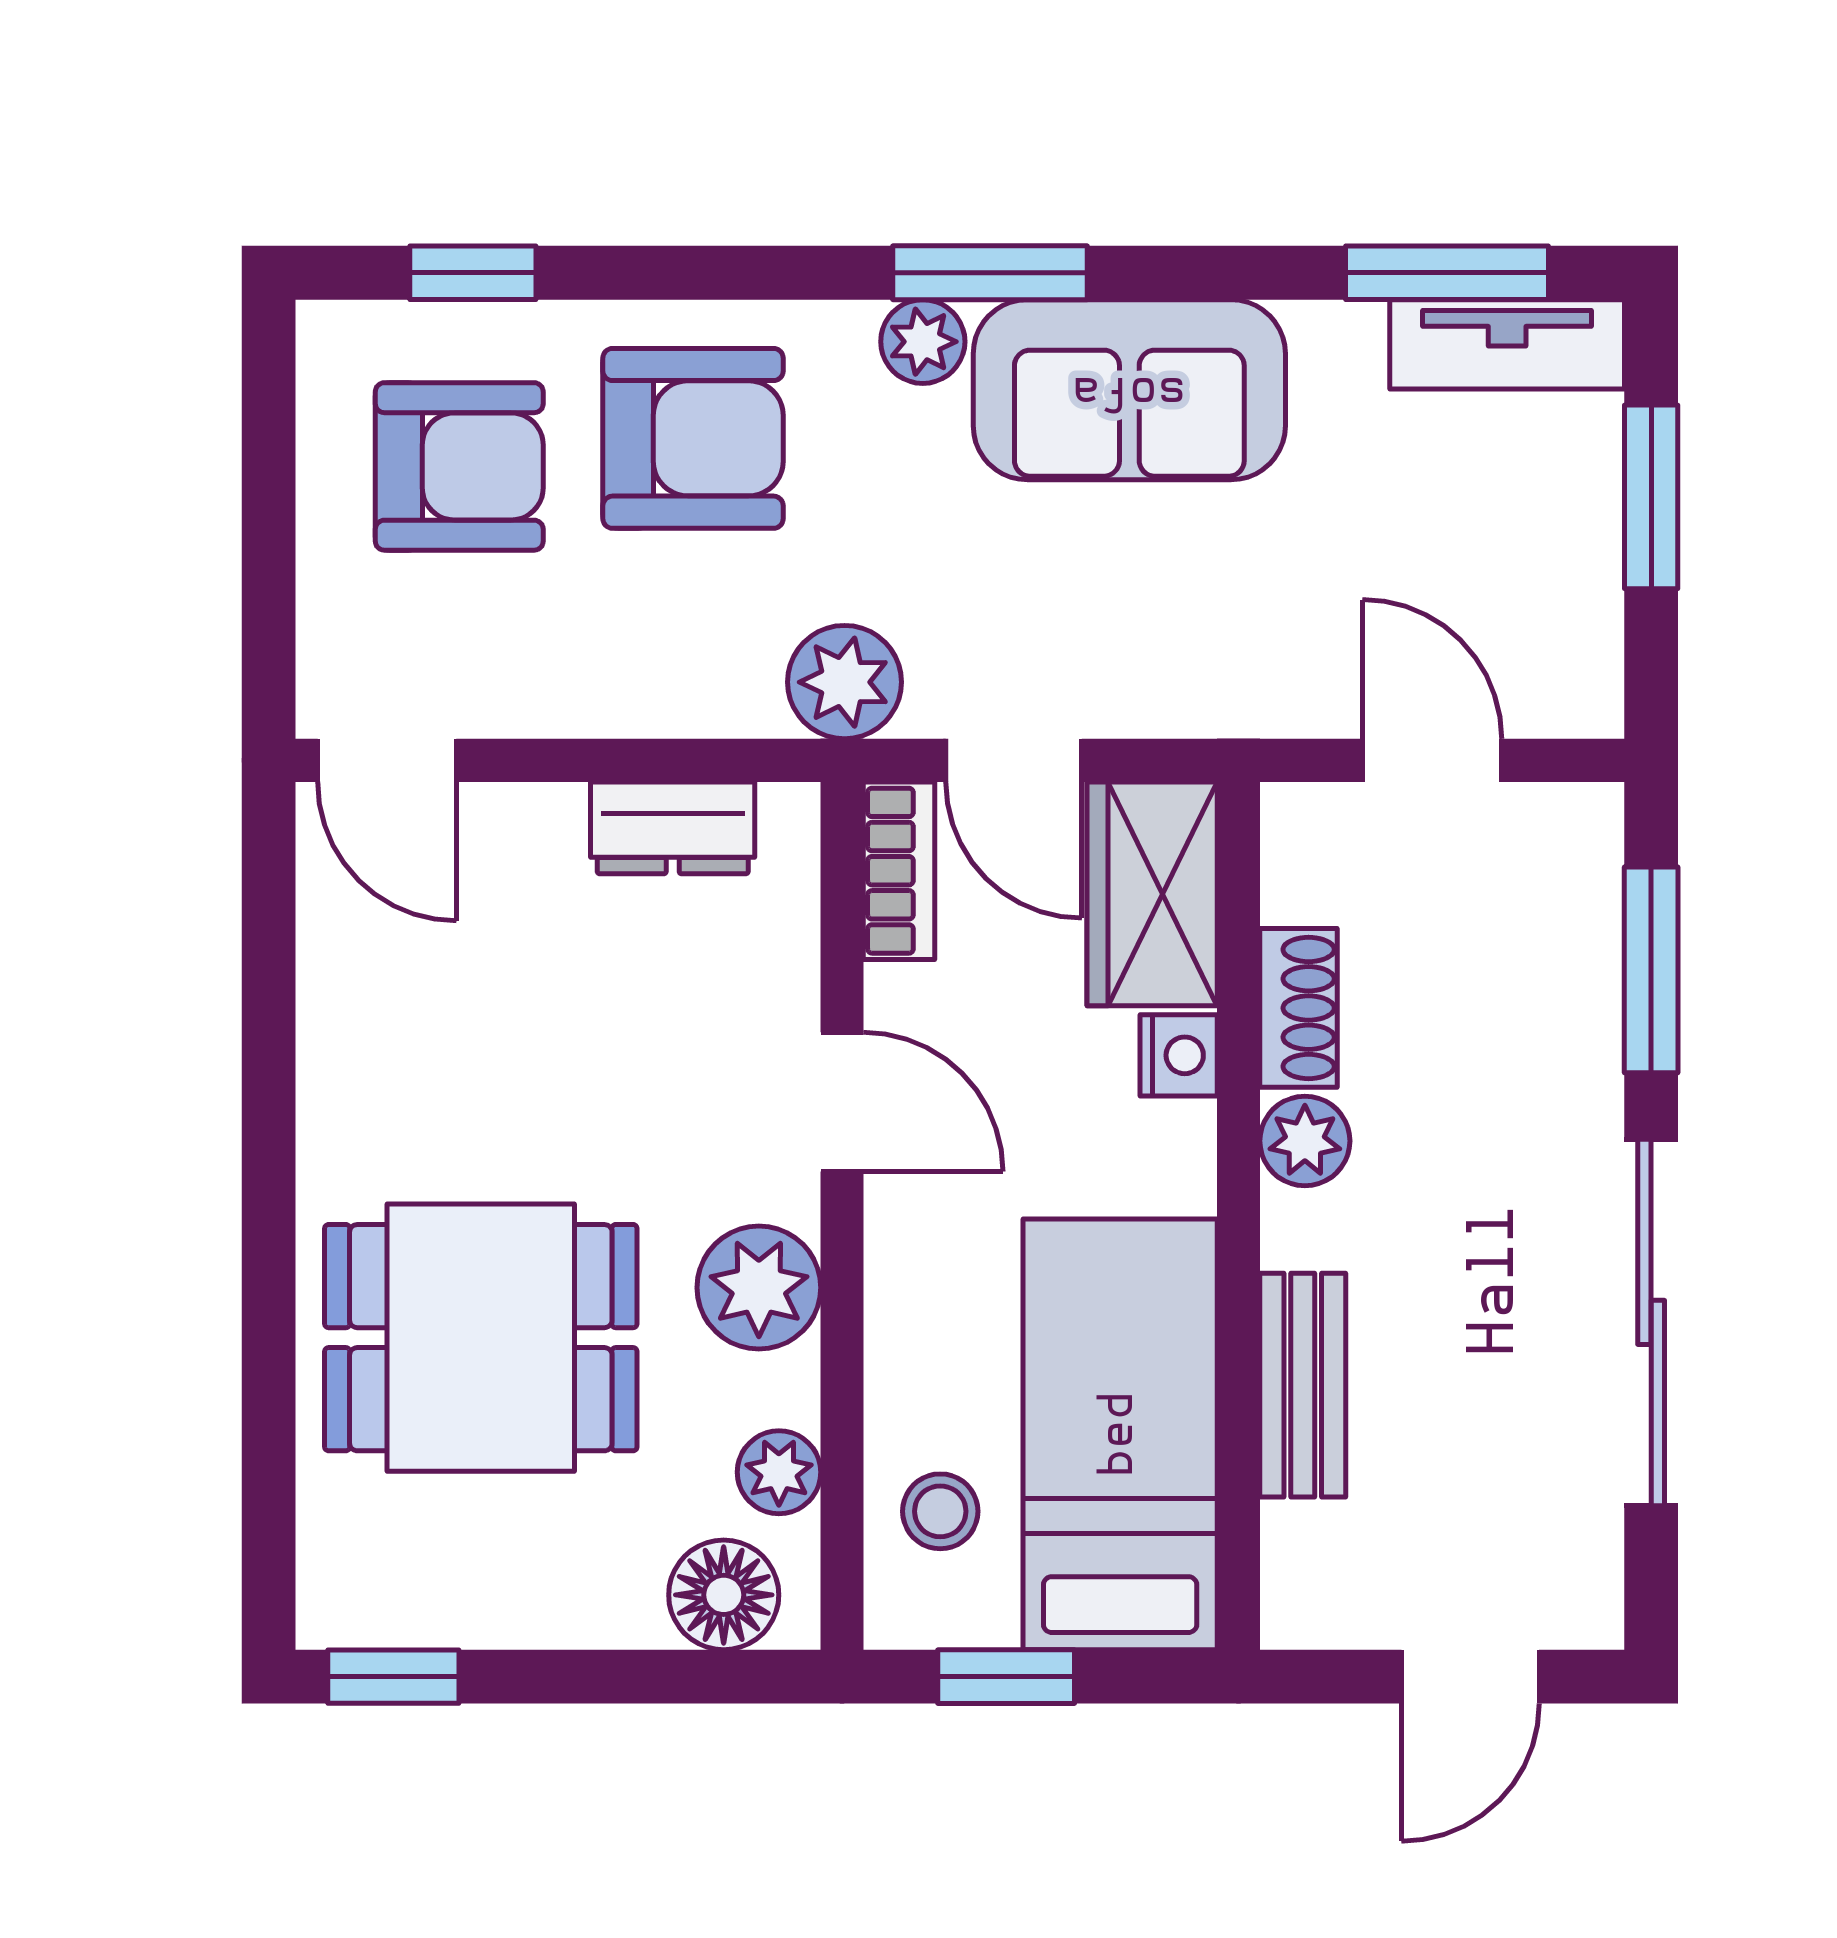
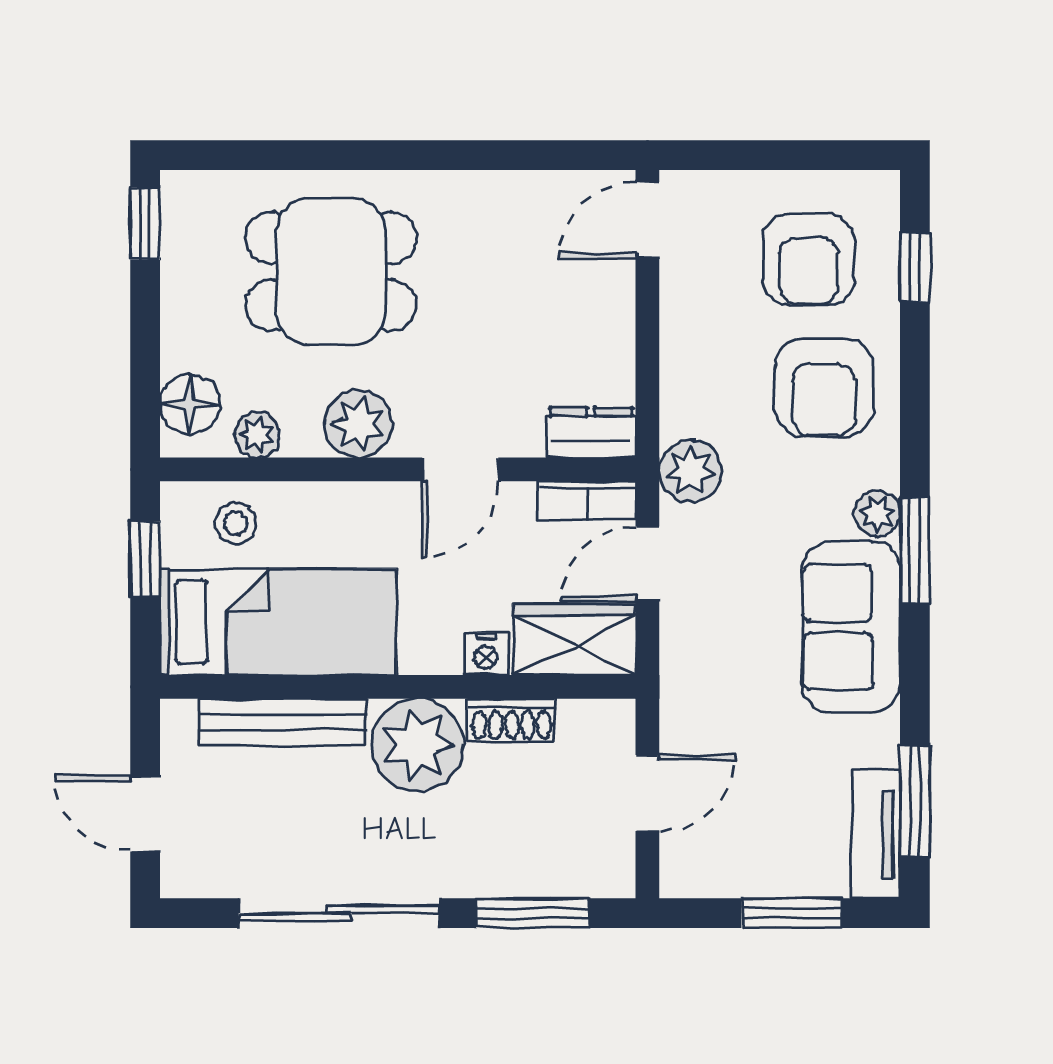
dresser: (673, 828) -> (591, 432), moved, turned 90
plant: (1305, 1141) -> (417, 745), width x1.87, depth x1.87
dining table: (481, 1338) -> (331, 271), turned 90
bench: (1303, 1385) -> (283, 722), width x1.36

